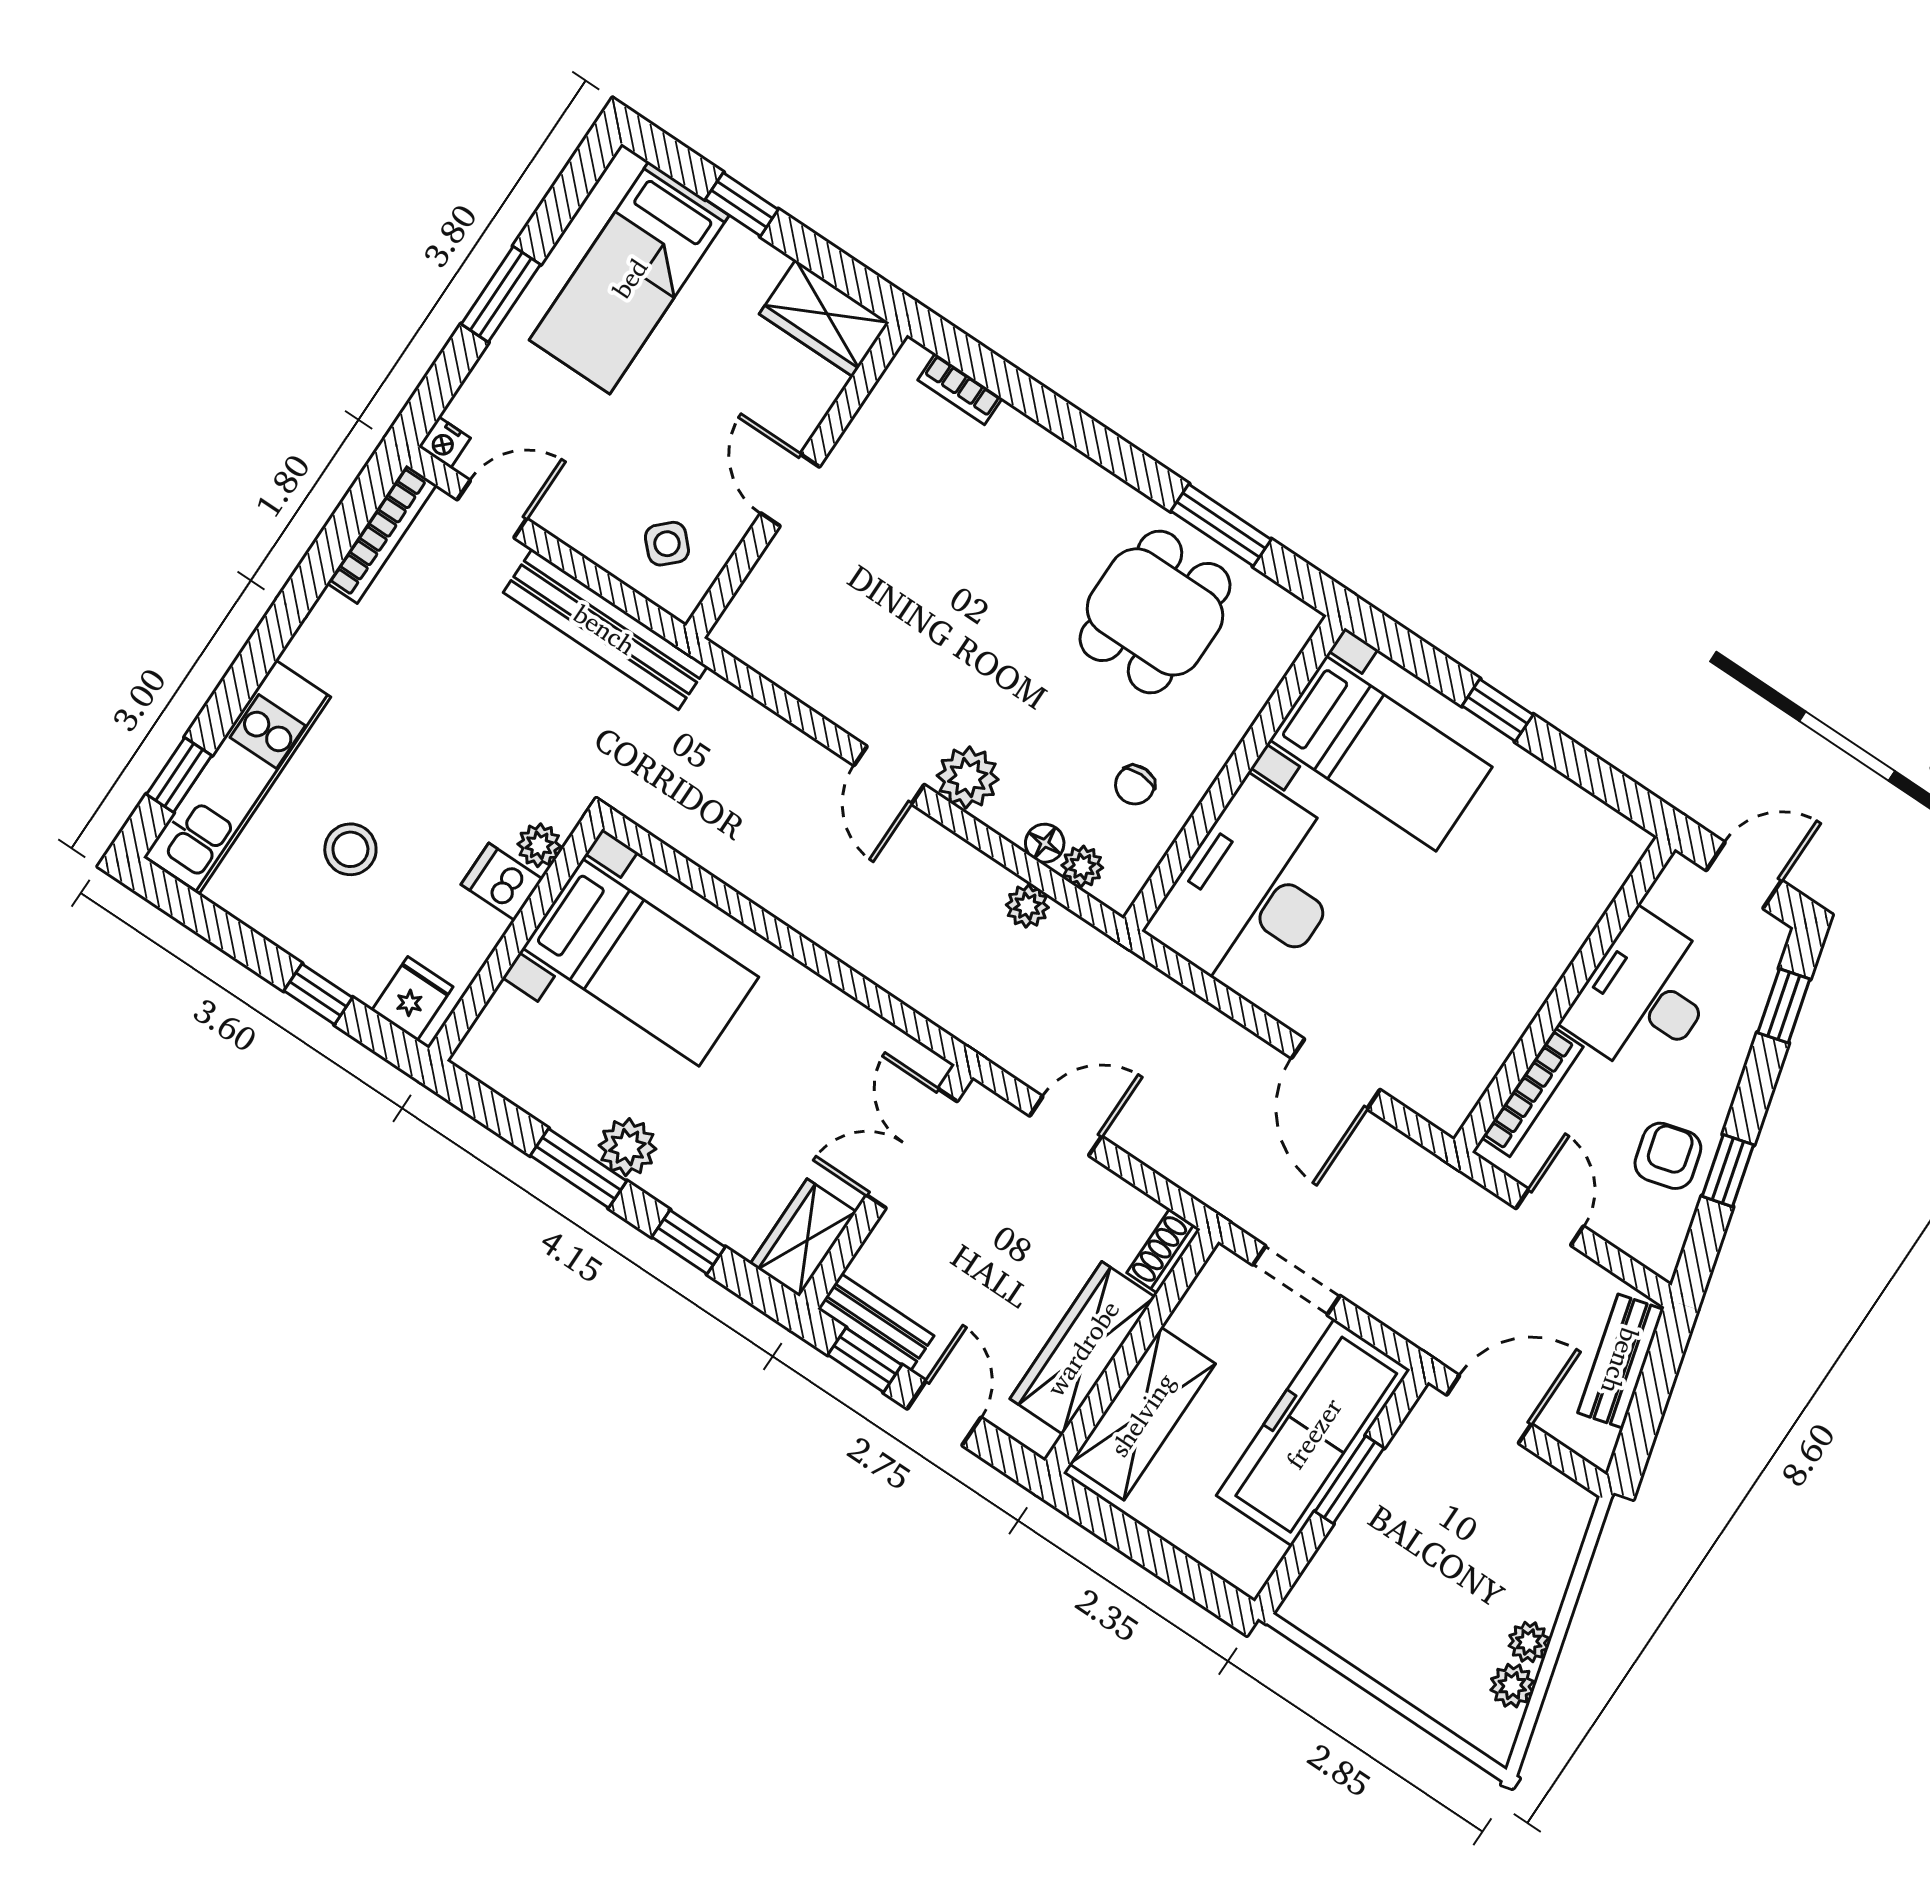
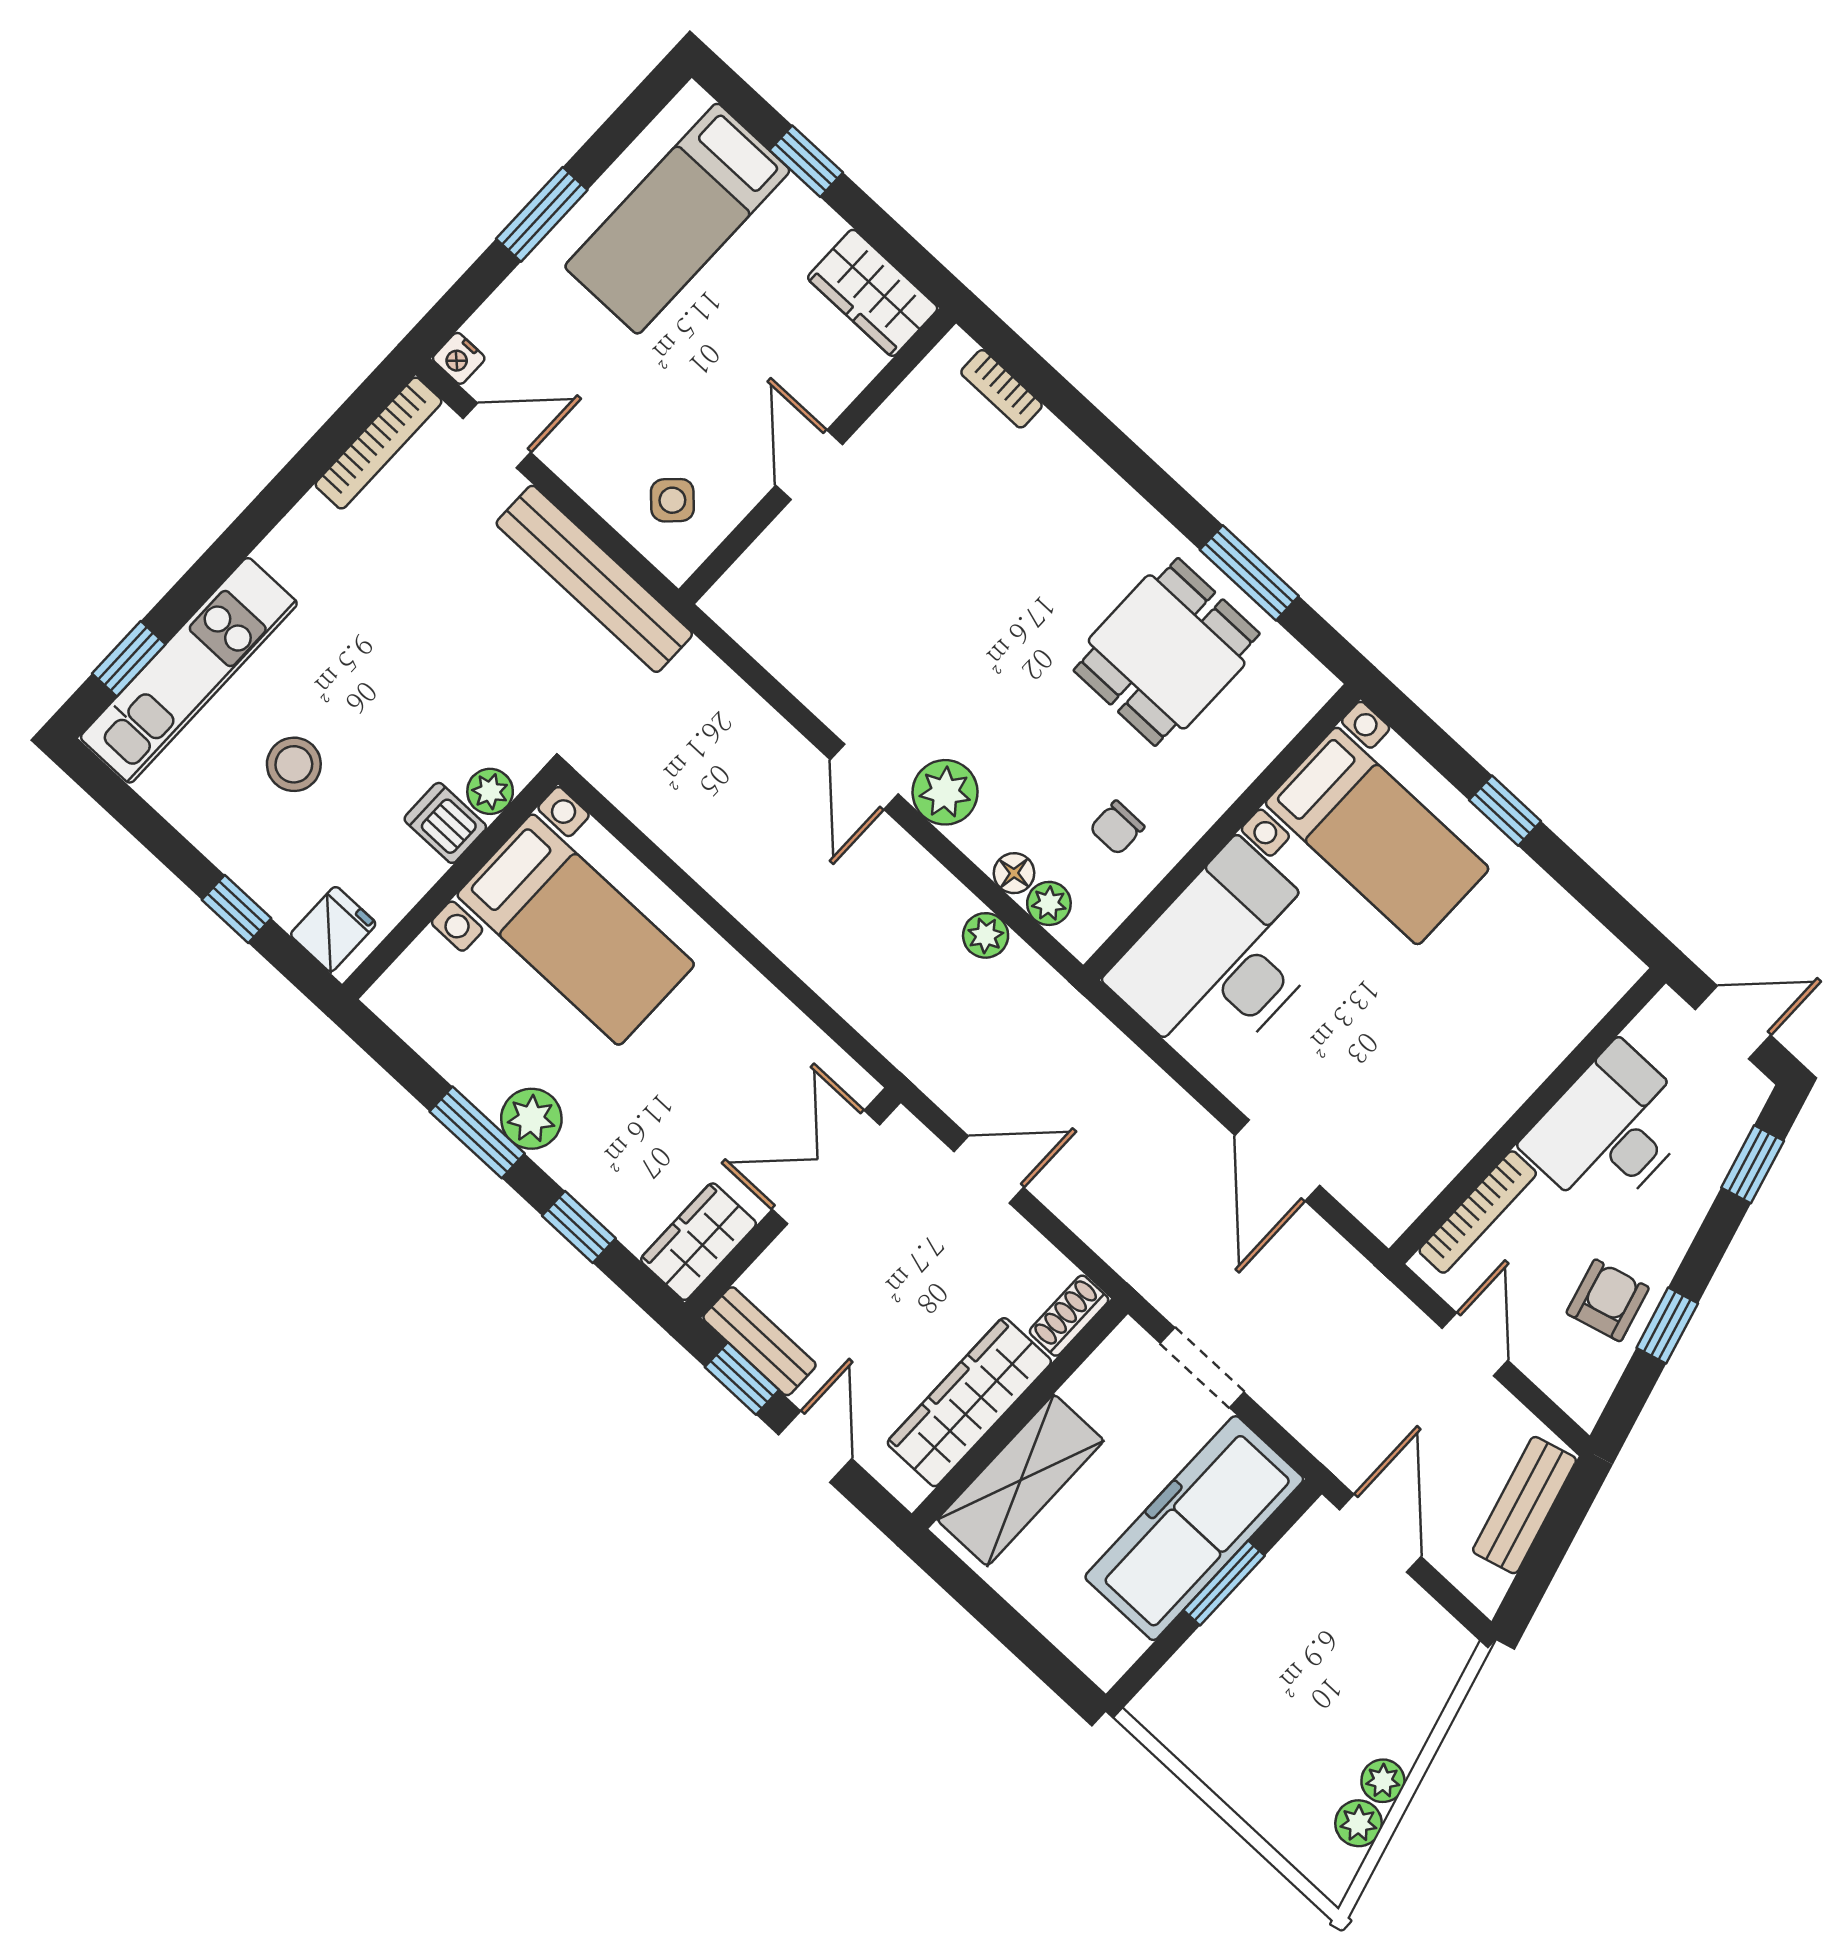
door: (1489, 1409) -> (1380, 1533), hinge flipped

